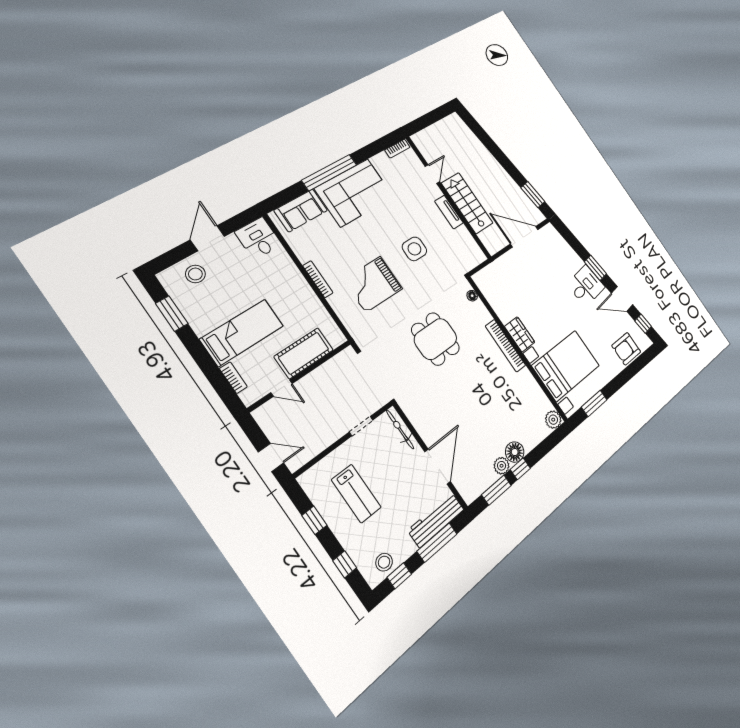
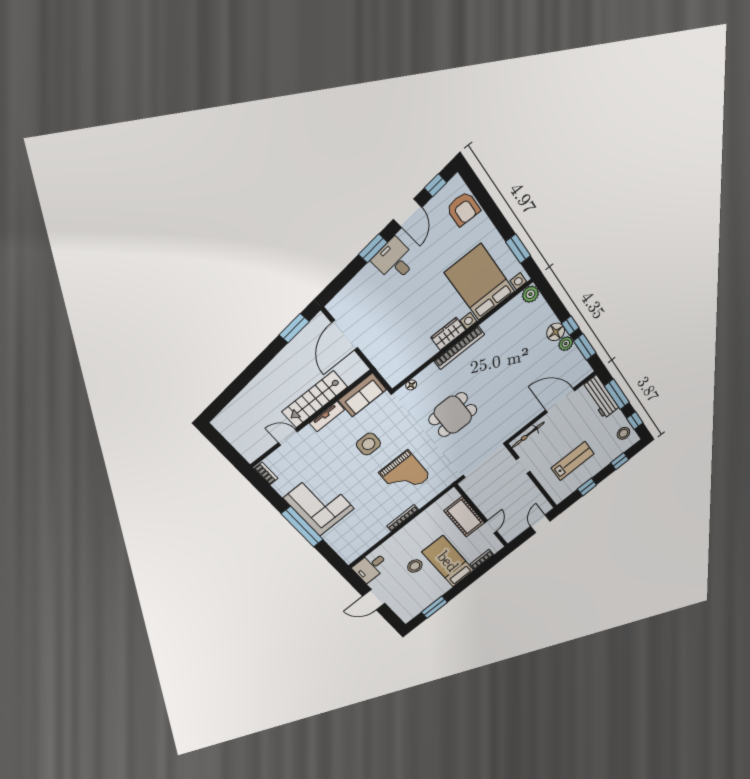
sofa: (301, 210) -> (362, 395), moved, turned 90
stool: (195, 274) -> (415, 566), moved

